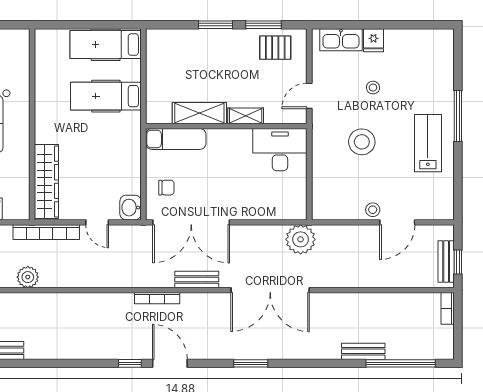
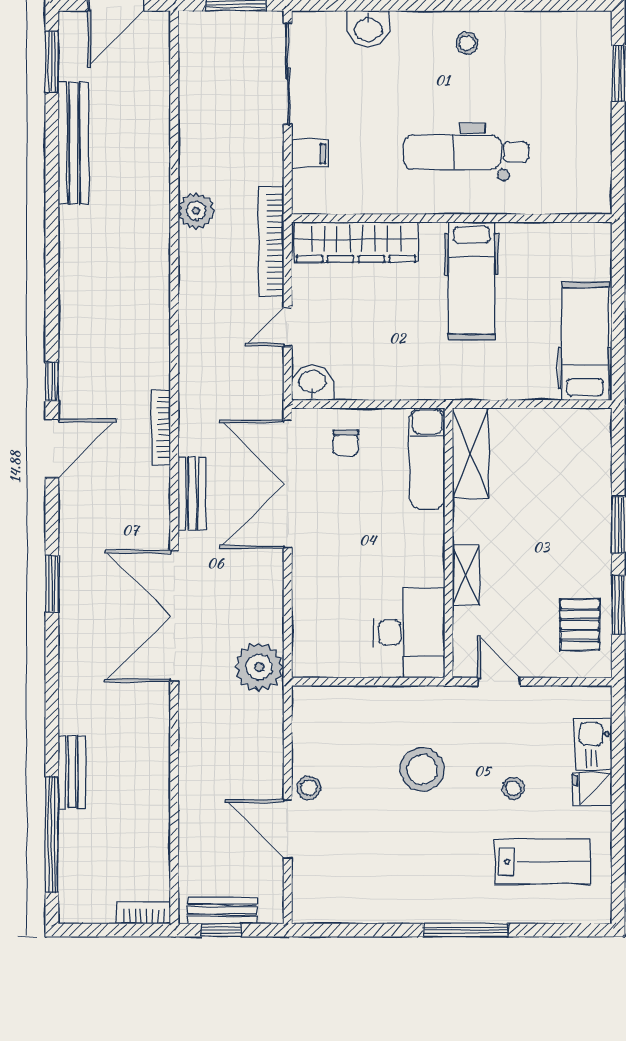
kitchen sink: (341, 40) -> (593, 744), width x0.73
hospital bed: (106, 96) -> (472, 281), moved, turned 180
shelving: (199, 113) -> (470, 453), moved
lab bench: (428, 143) -> (542, 862), moved

